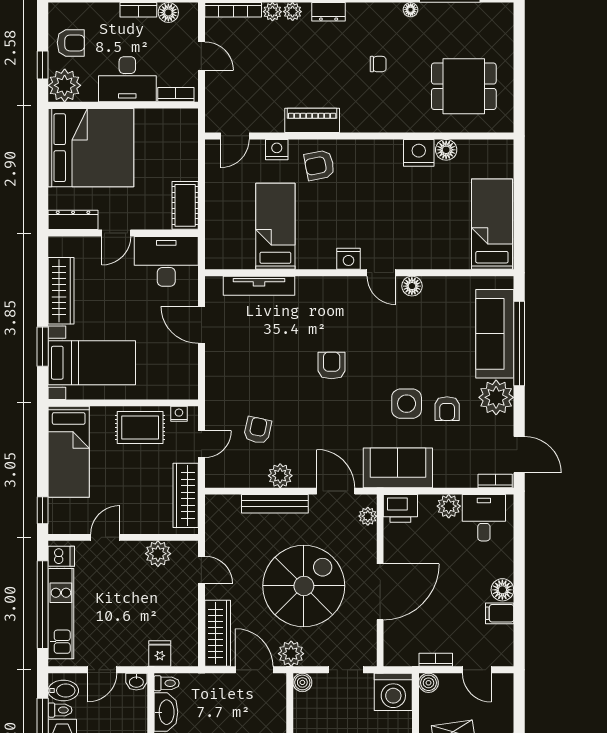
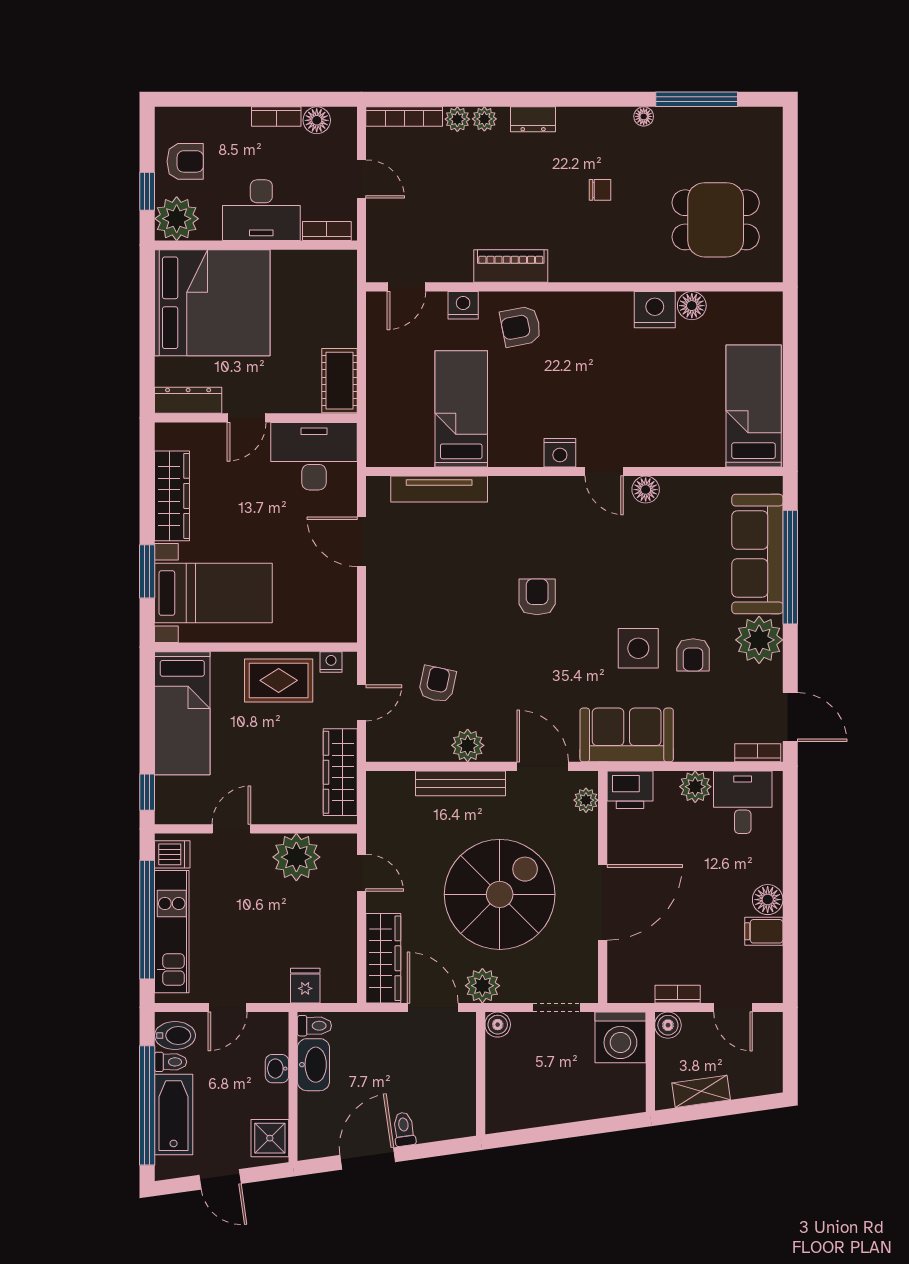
plant: (158, 554) -> (296, 857), width x1.36, depth x1.36
washbasin: (136, 682) -> (277, 1069), moved, turned 90

